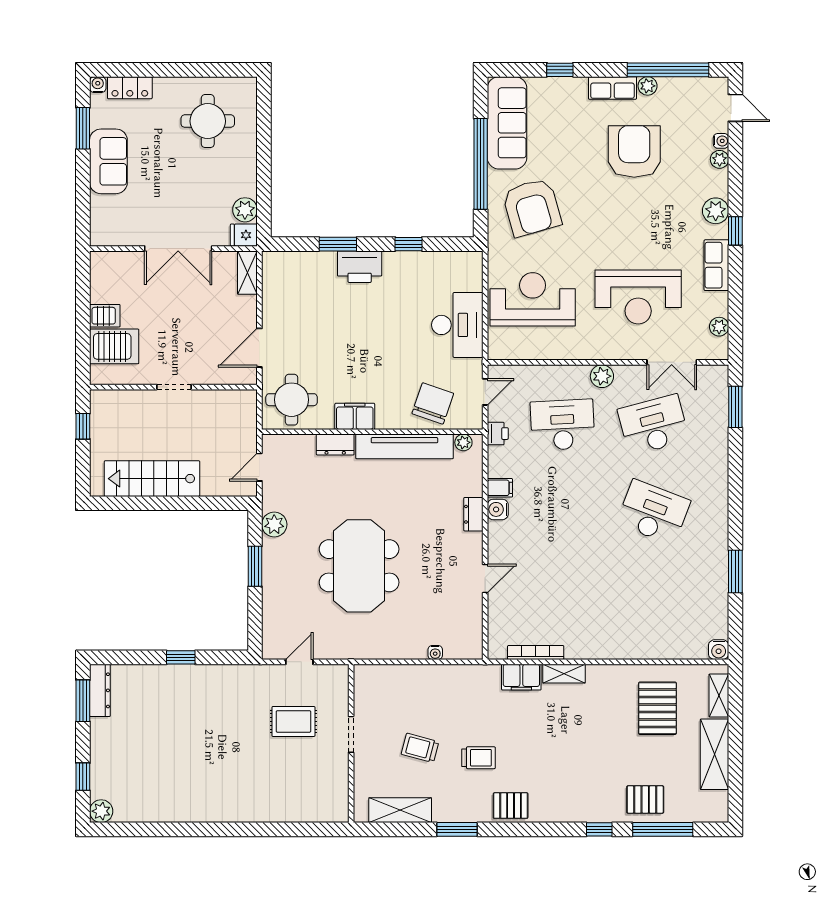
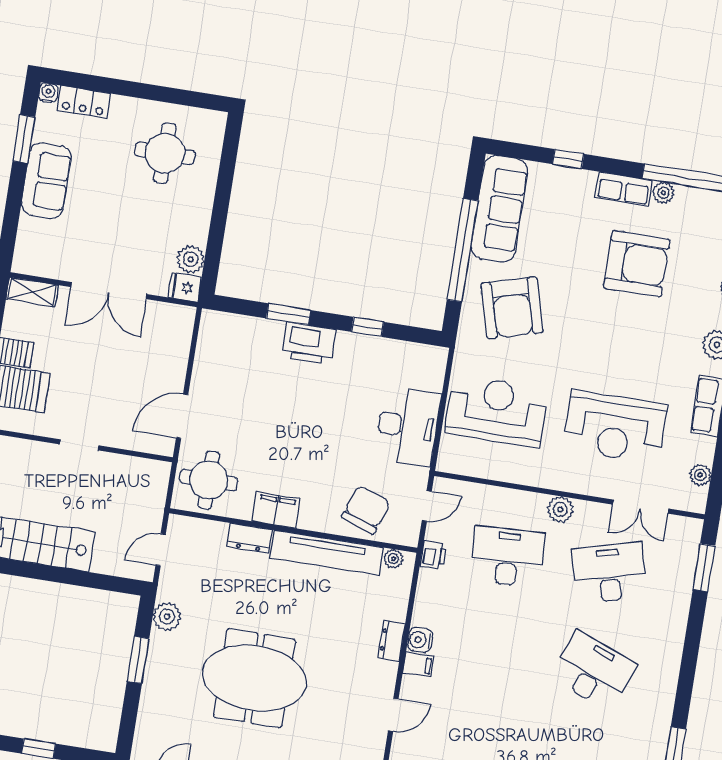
armchair: (634, 151) -> (637, 264), turned 90
shelving: (247, 273) -> (32, 292), moved, turned 90
filing cabinet: (500, 488) -> (418, 664), moved
meeting table: (359, 566) -> (255, 678), turned 90

